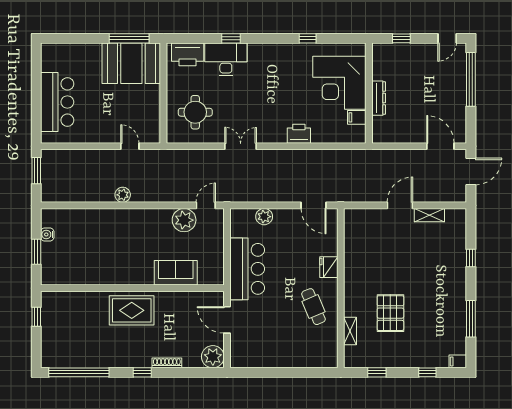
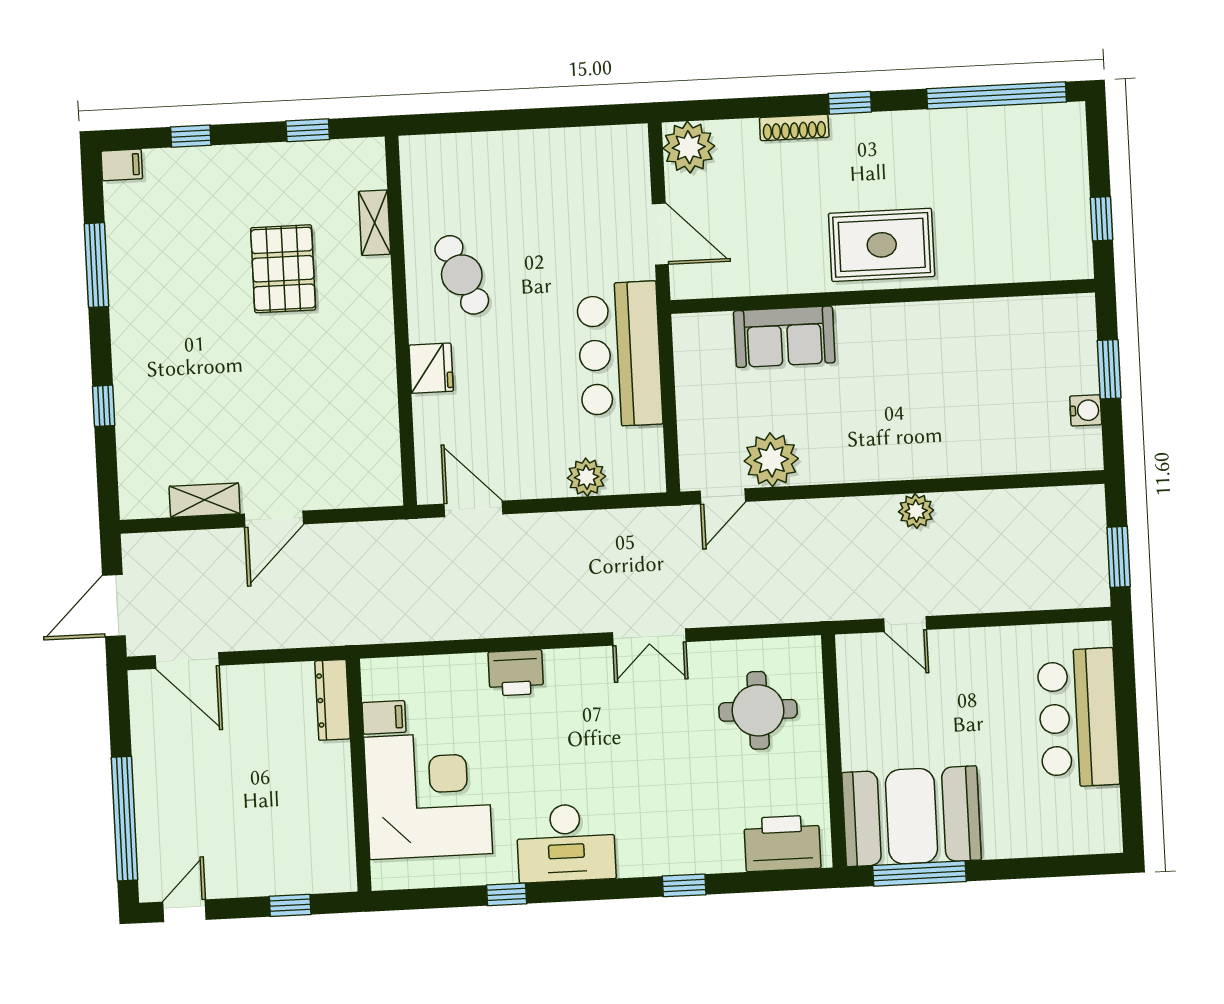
desk: (226, 59) -> (566, 843), moved
dresser: (379, 98) -> (332, 700), moved

